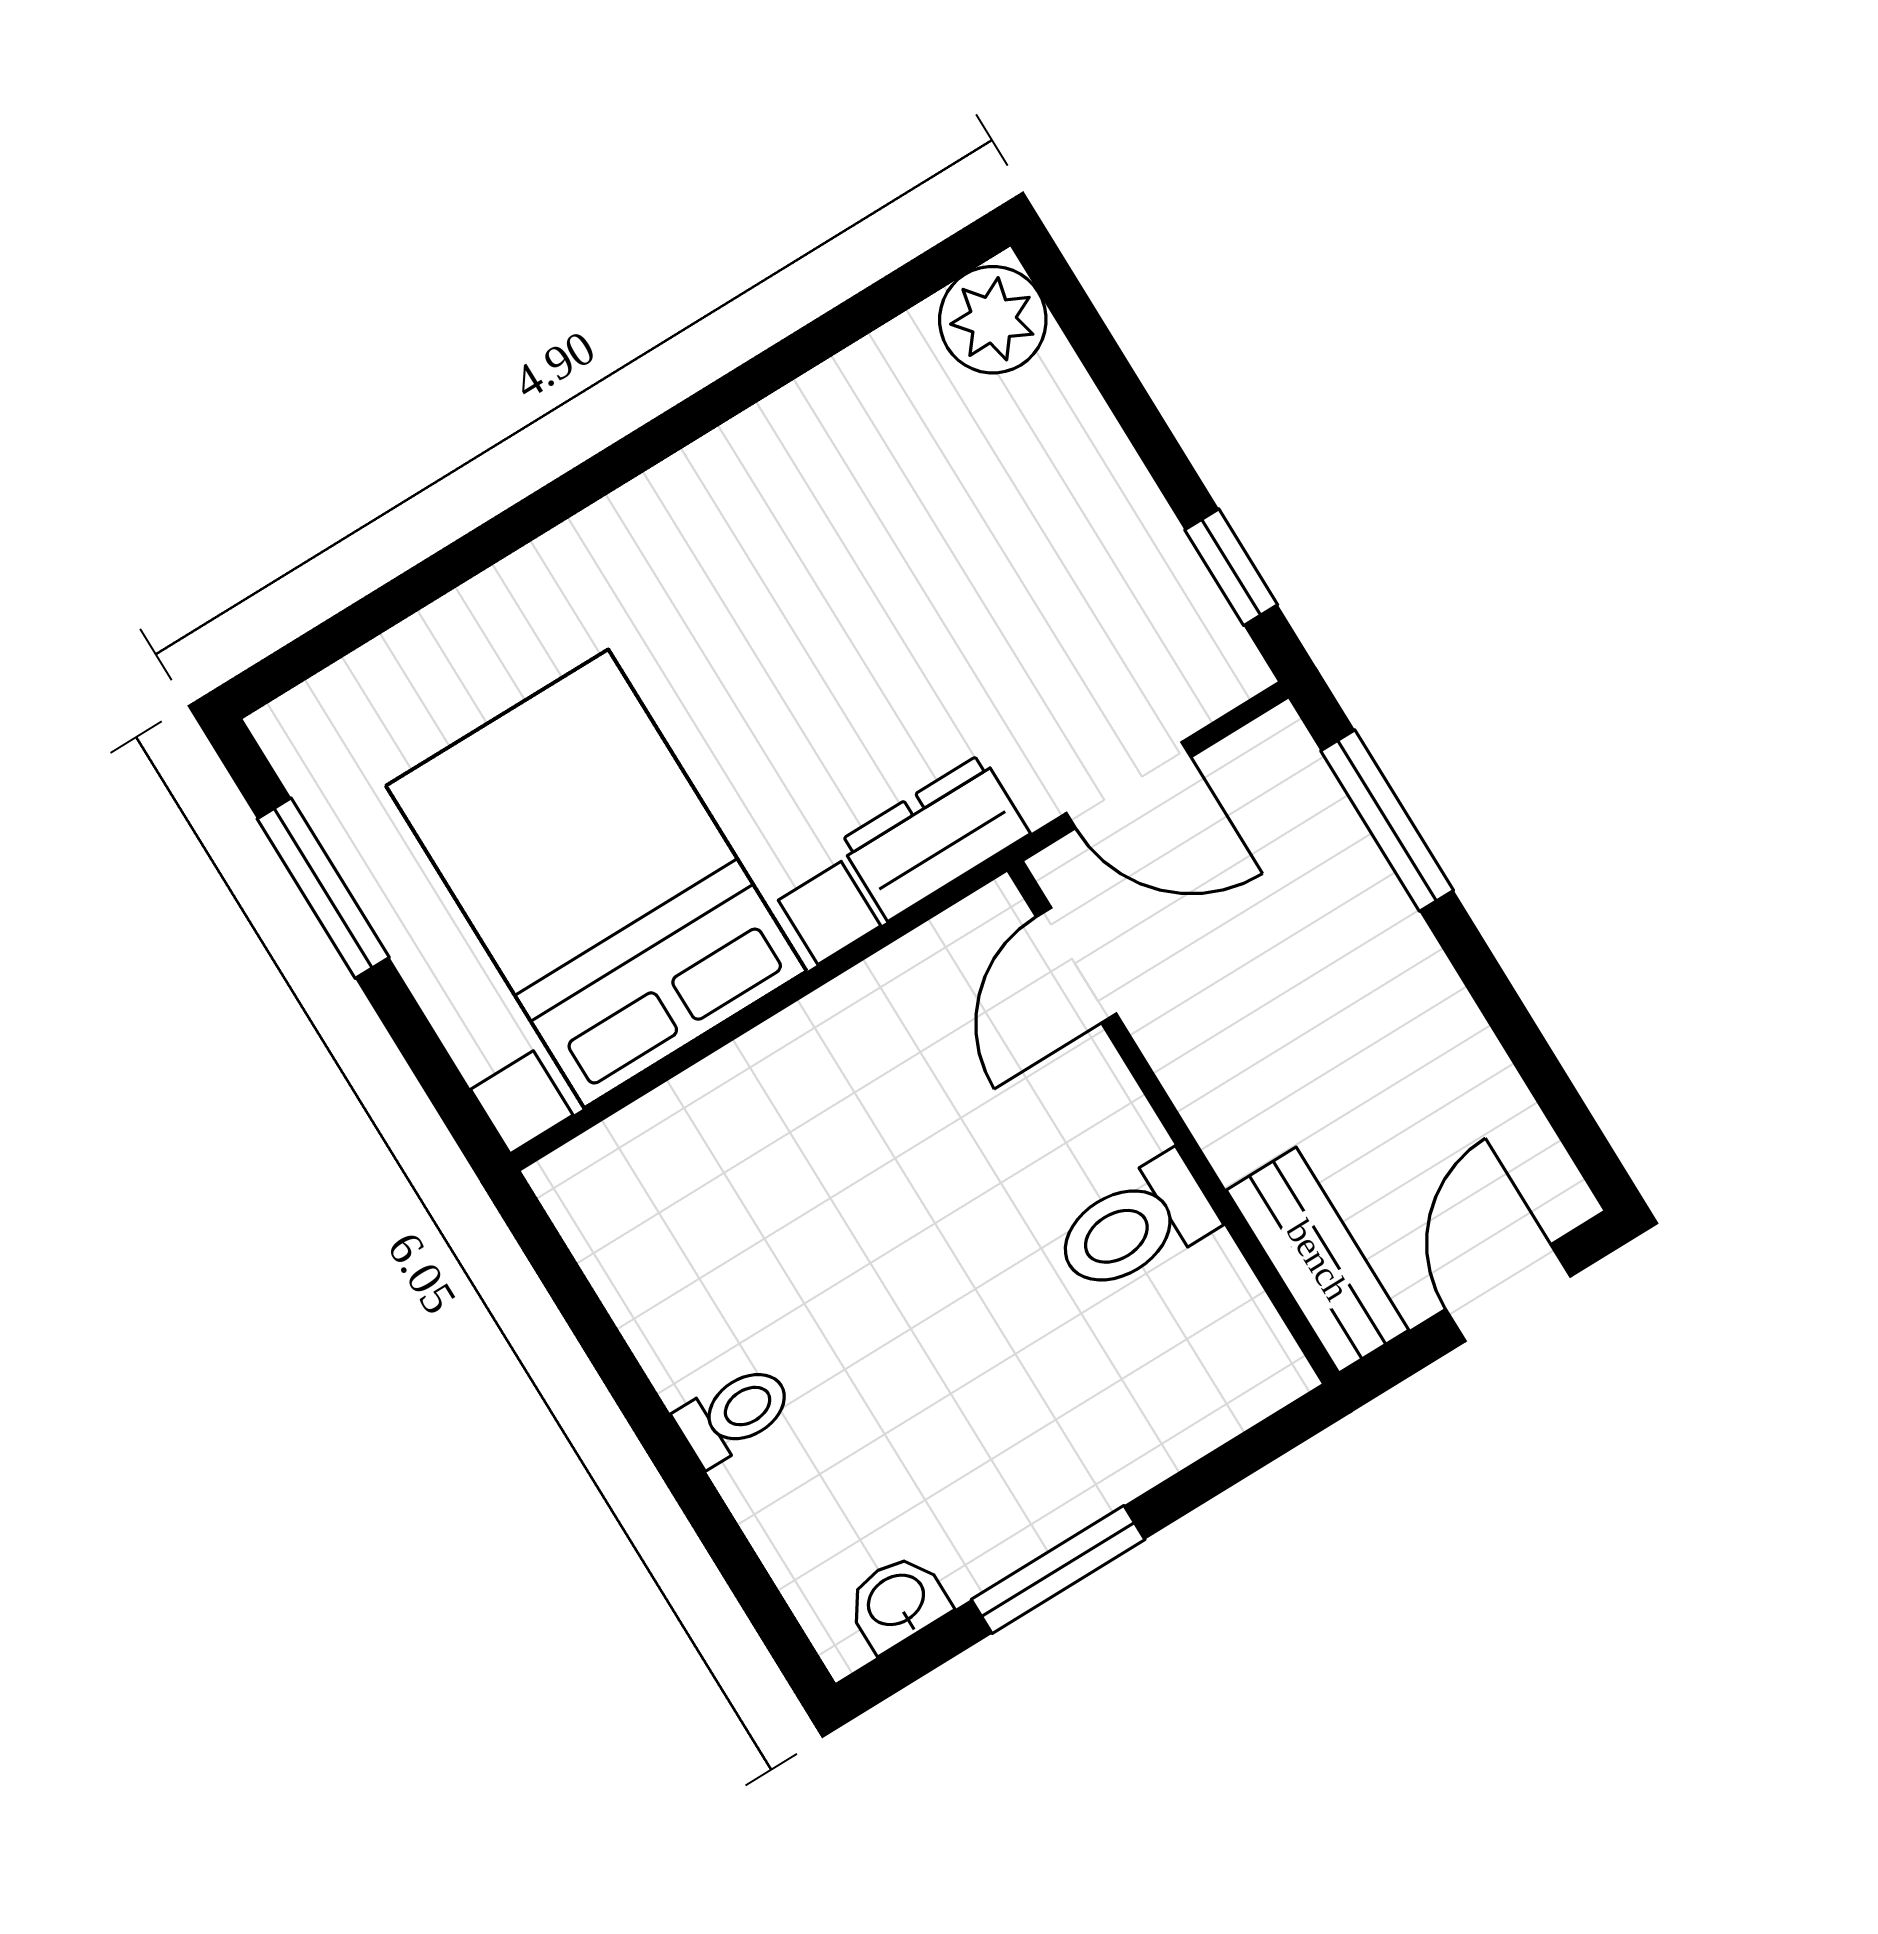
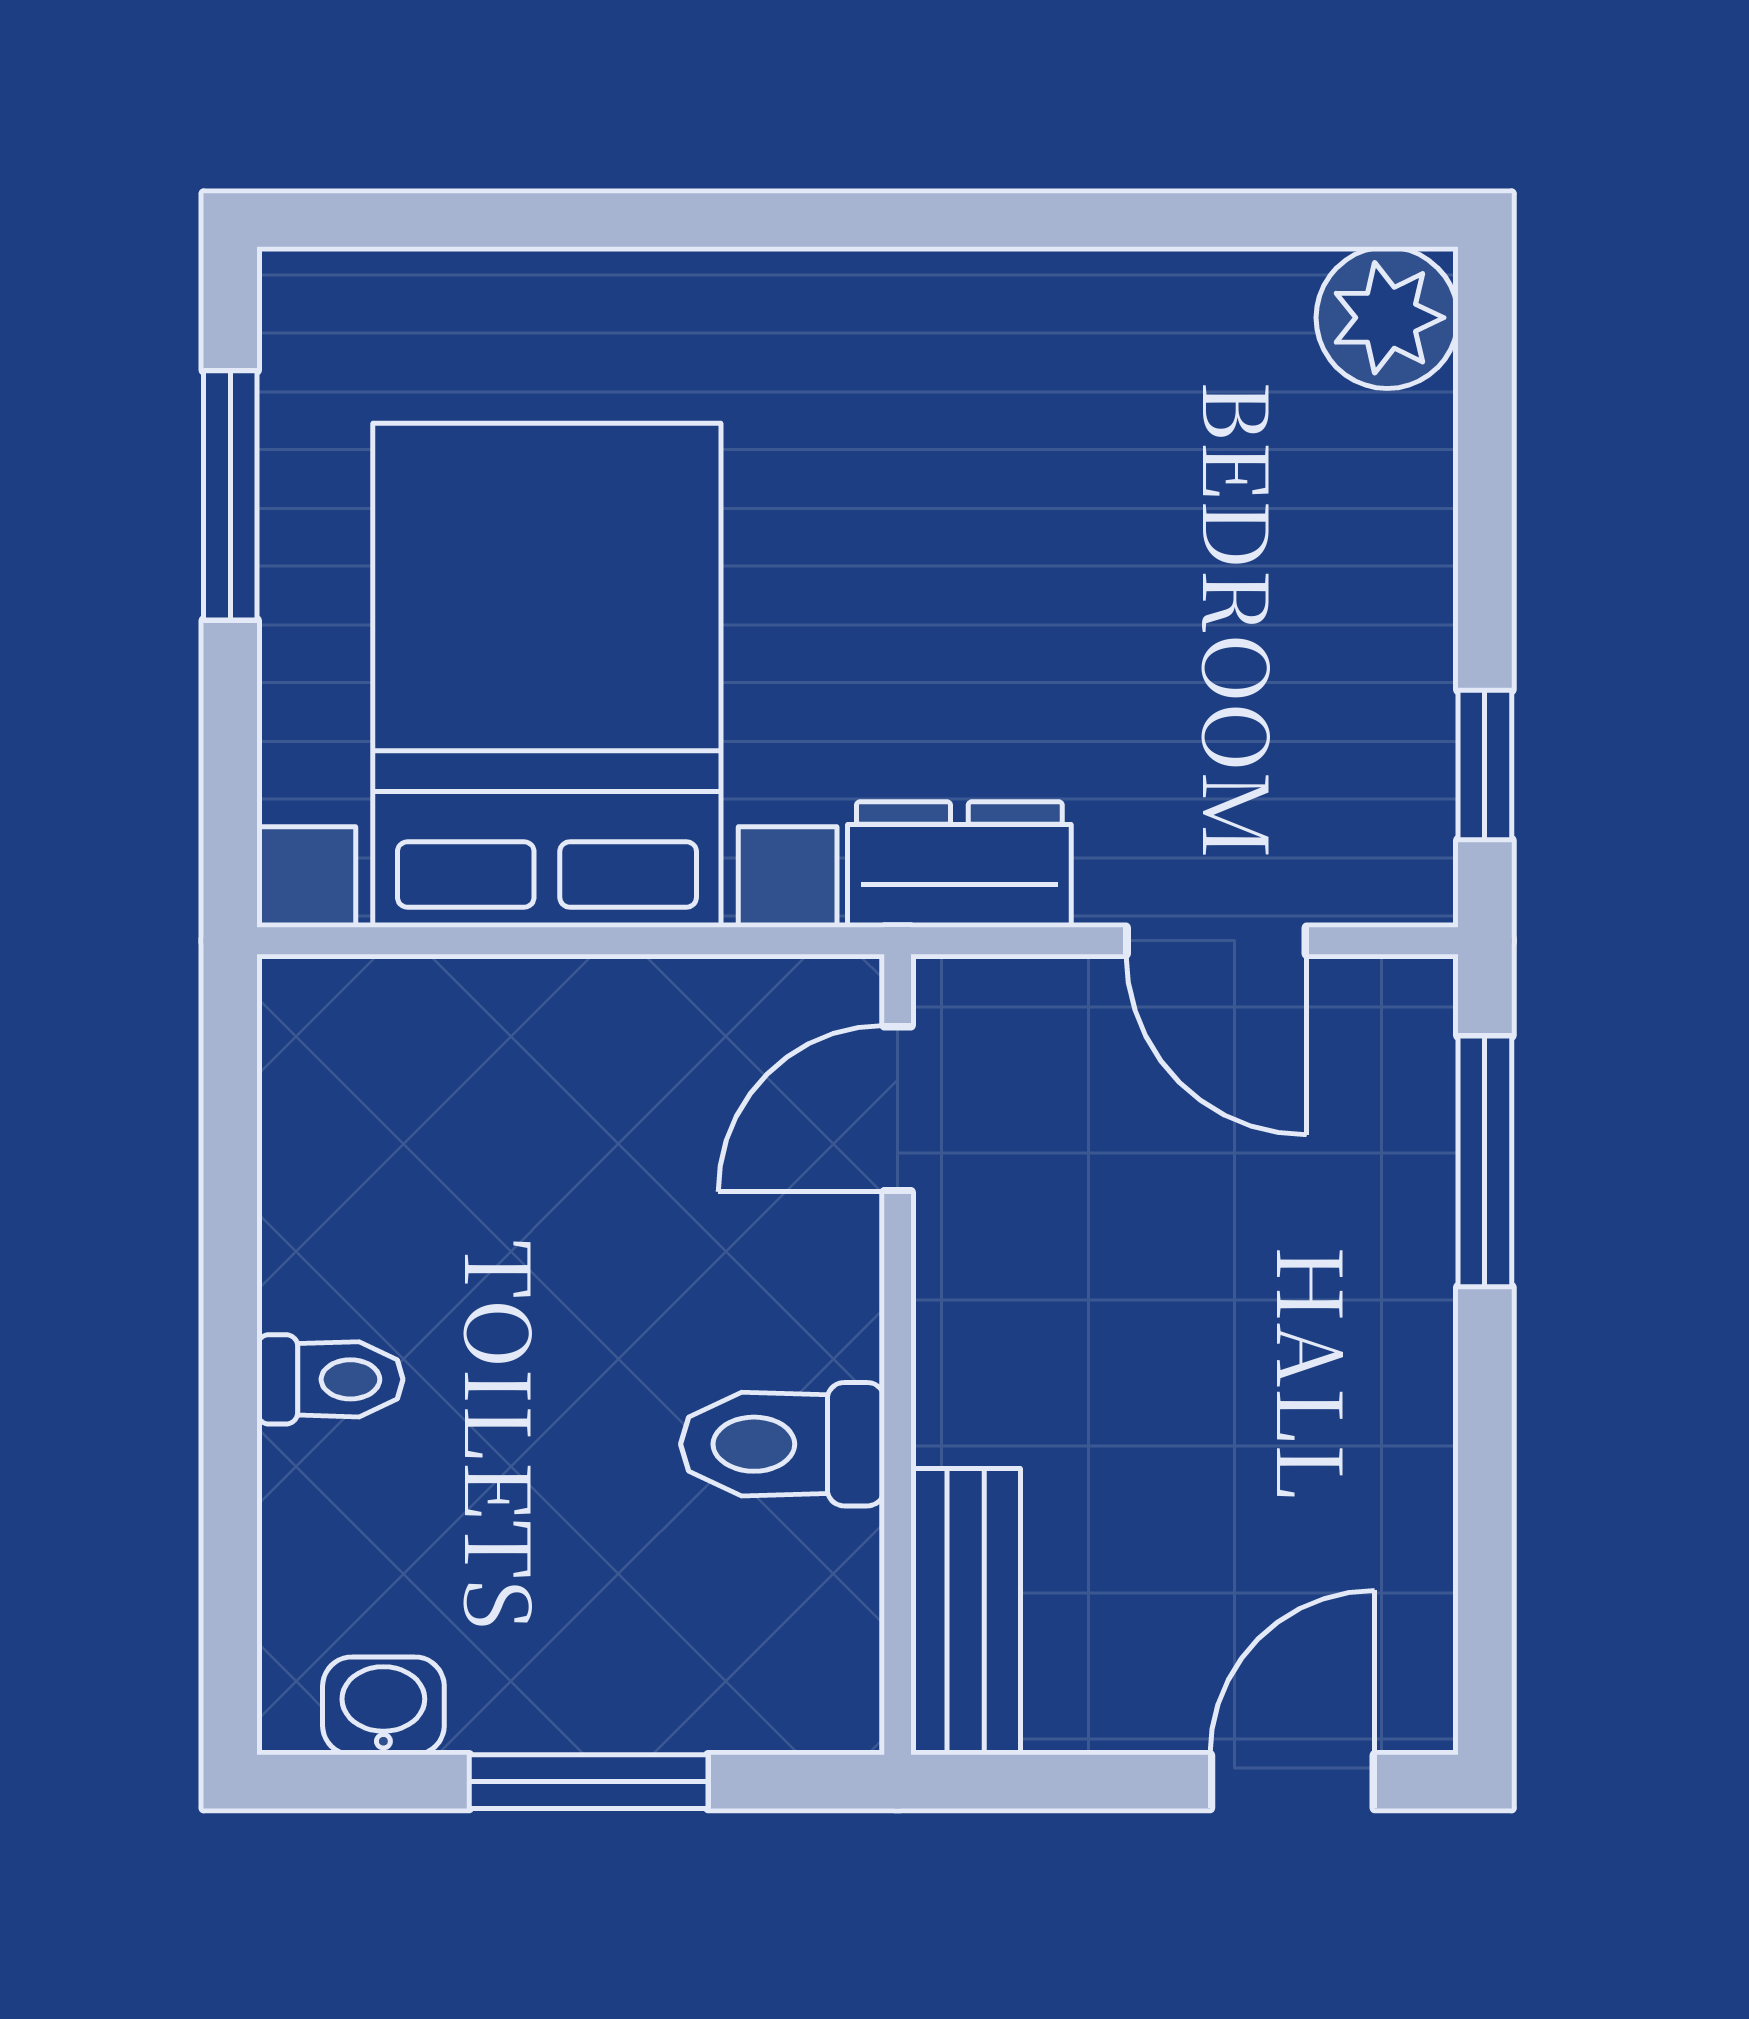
door: (1076, 965) -> (898, 1109), moved
wall: (1173, 1122) -> (898, 1355), moved
toilet: (1135, 1225) -> (782, 1444), moved
bench: (1318, 1260) -> (966, 1612), moved

